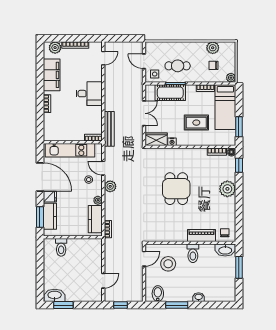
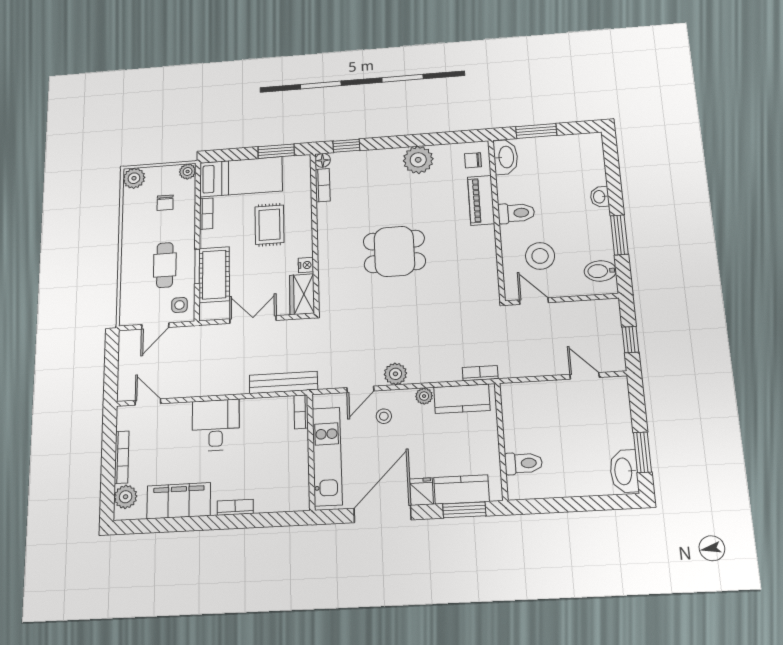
plant: (213, 48) -> (134, 178), moved
plant: (227, 189) -> (418, 160), moved

